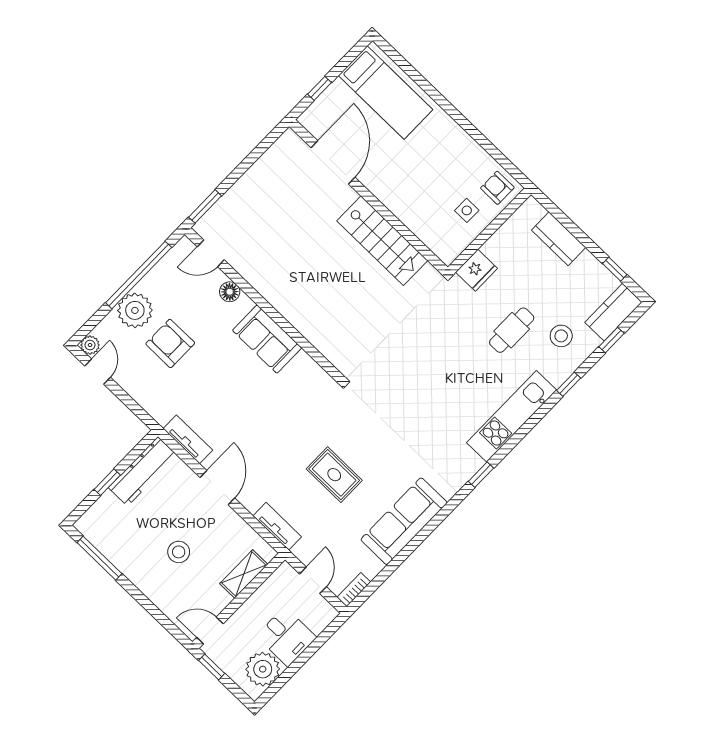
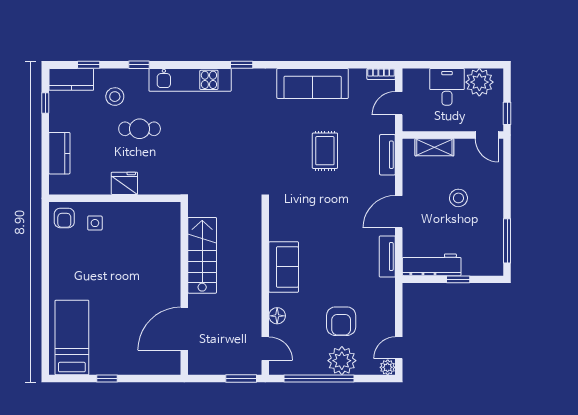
door: (333, 162) -> (184, 329), moved
wall: (368, 197) -> (184, 288), moved
stairs: (382, 241) -> (202, 255), moved

